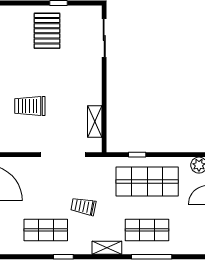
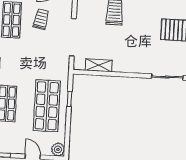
trolley: (83, 206) -> (41, 19), moved

